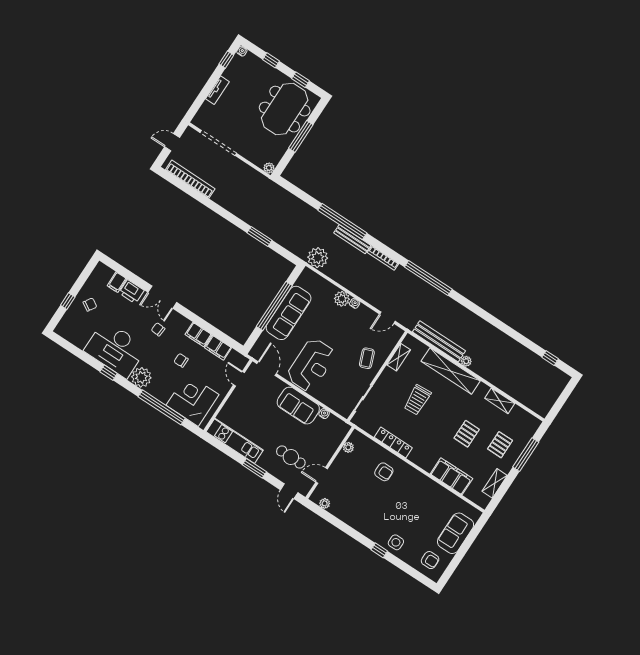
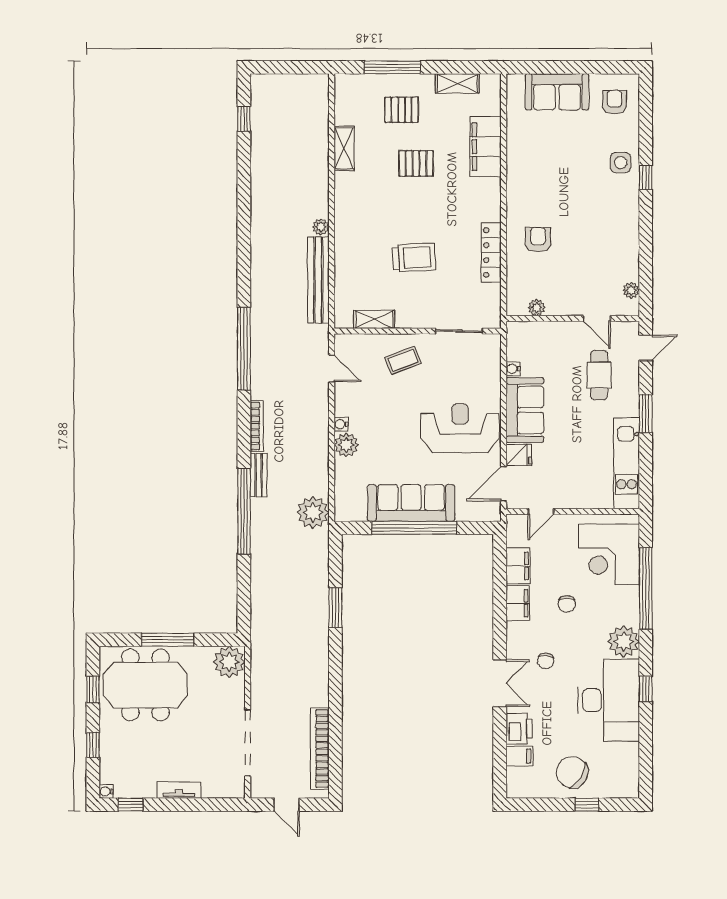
plant: (269, 168) -> (229, 662), width x1.88, depth x1.88
bench: (352, 239) -> (259, 475), width x0.73
chair: (90, 305) -> (572, 772), width x1.87, depth x1.87
shelving: (451, 371) -> (347, 239), removed
fridge: (277, 387) -> (519, 455), added

